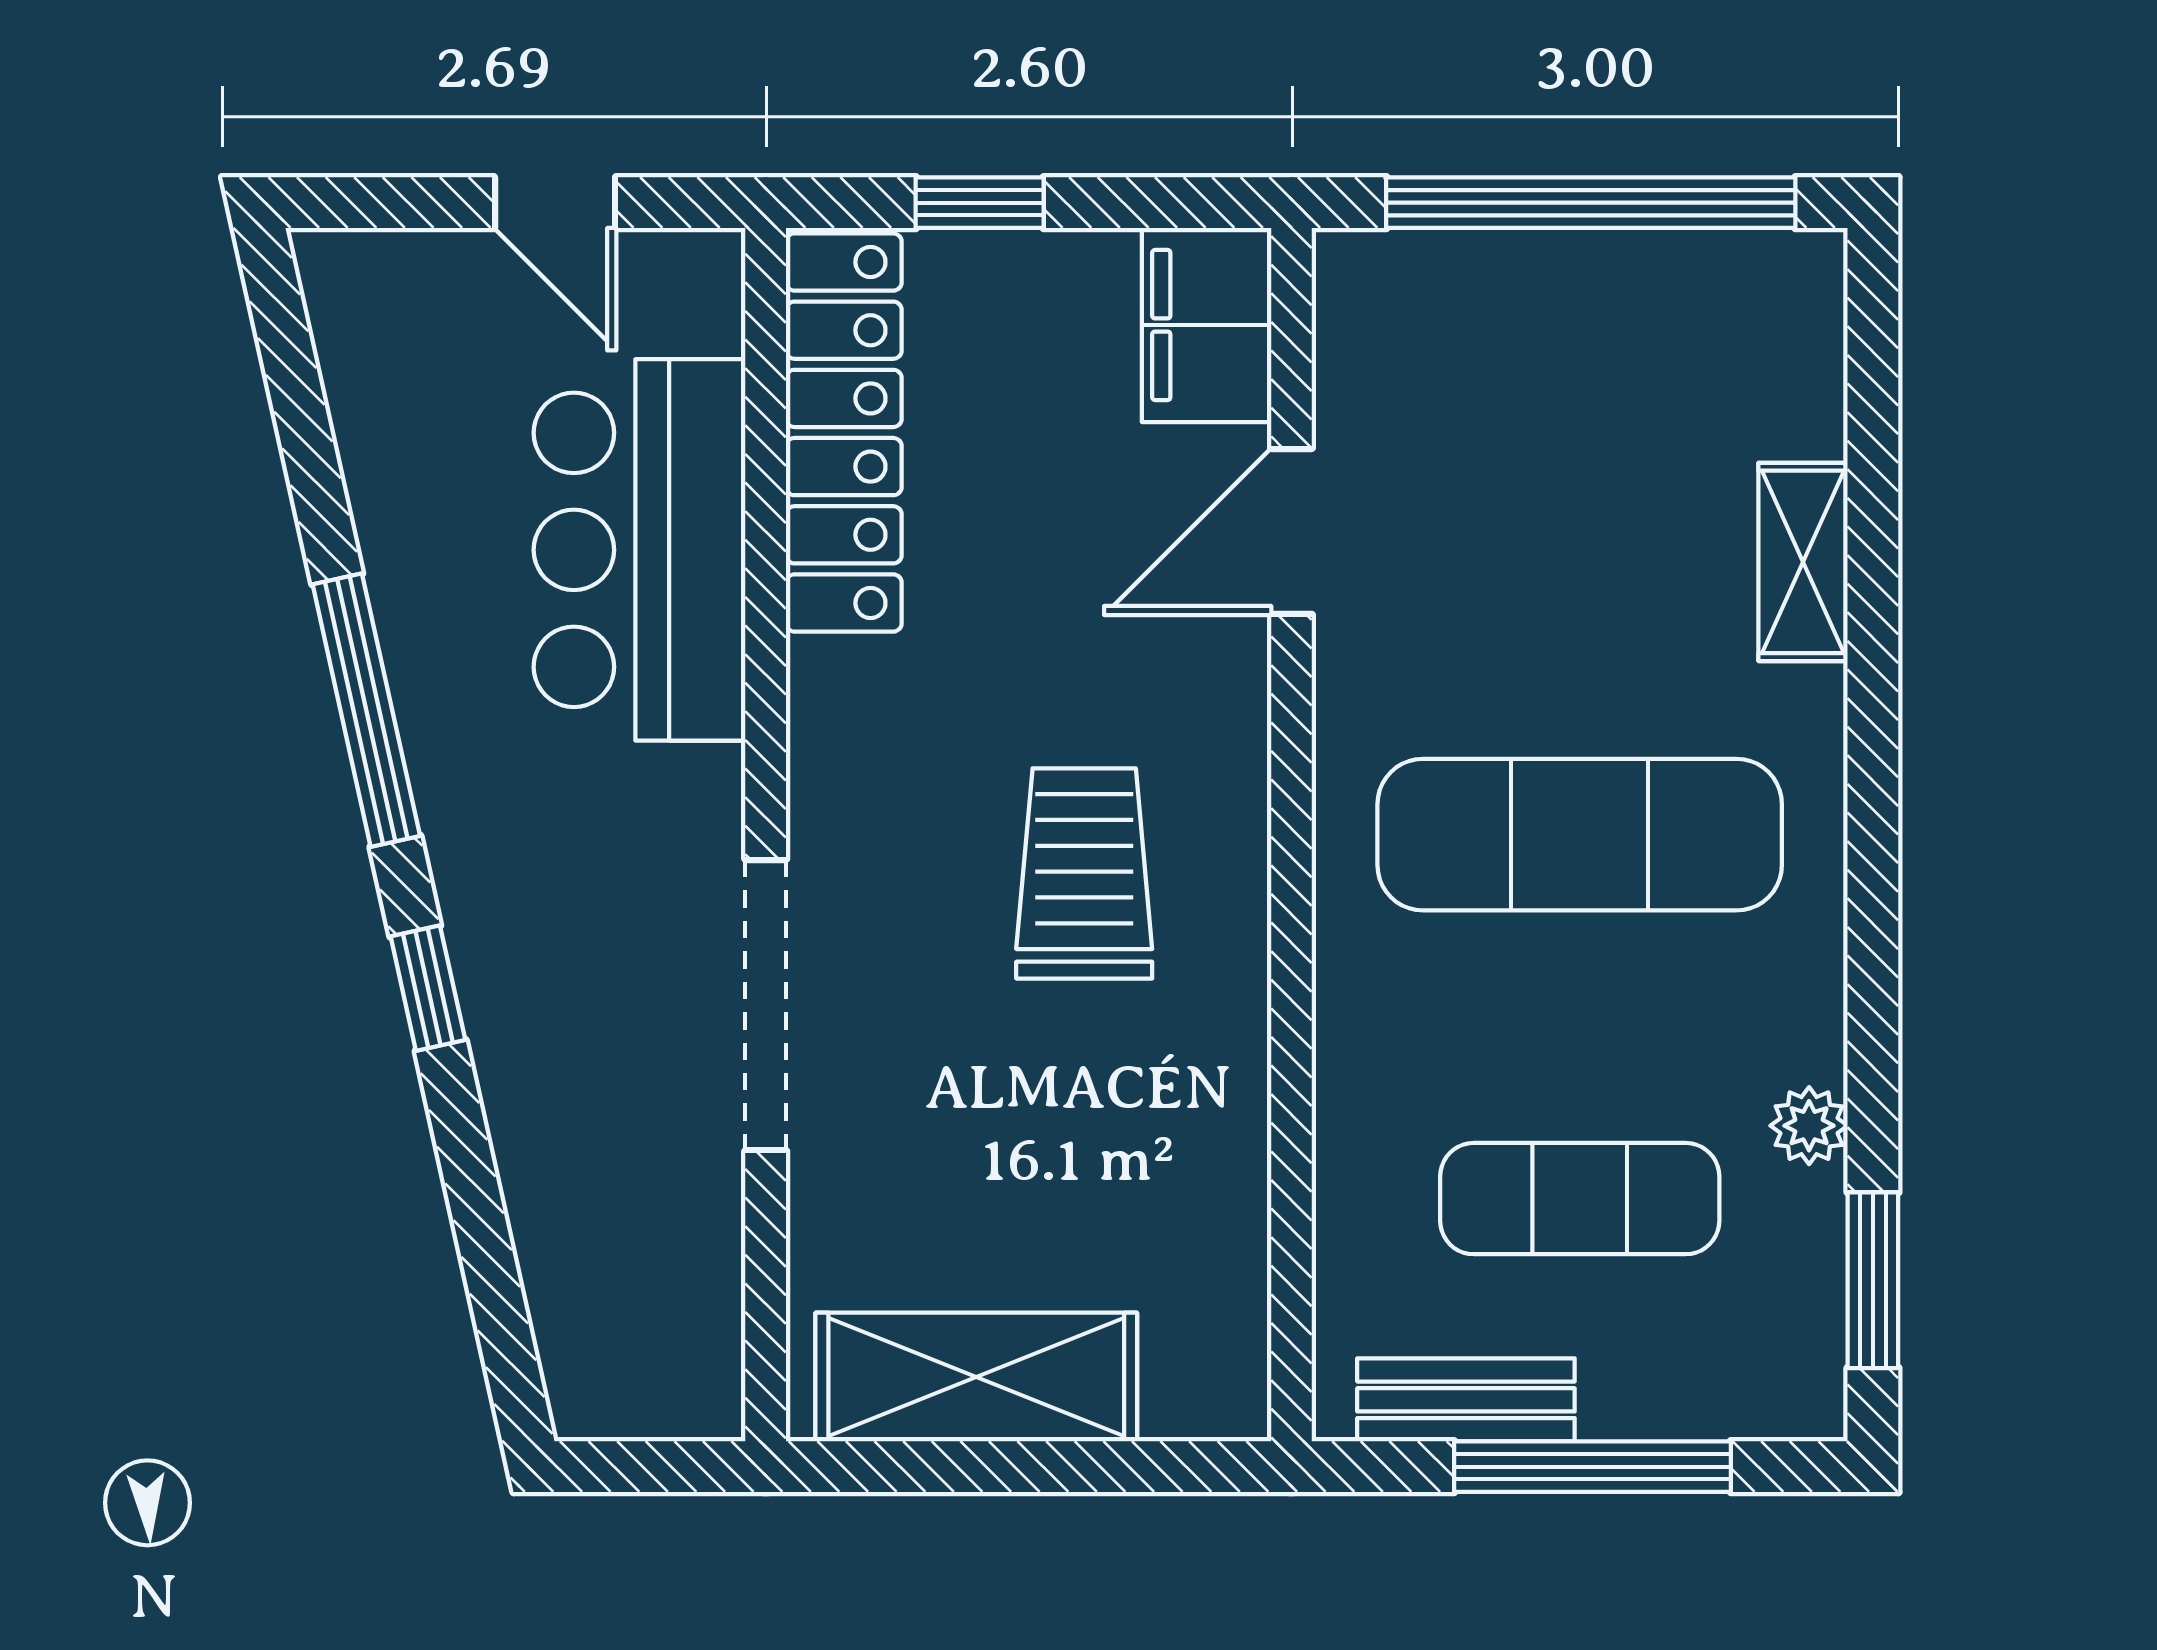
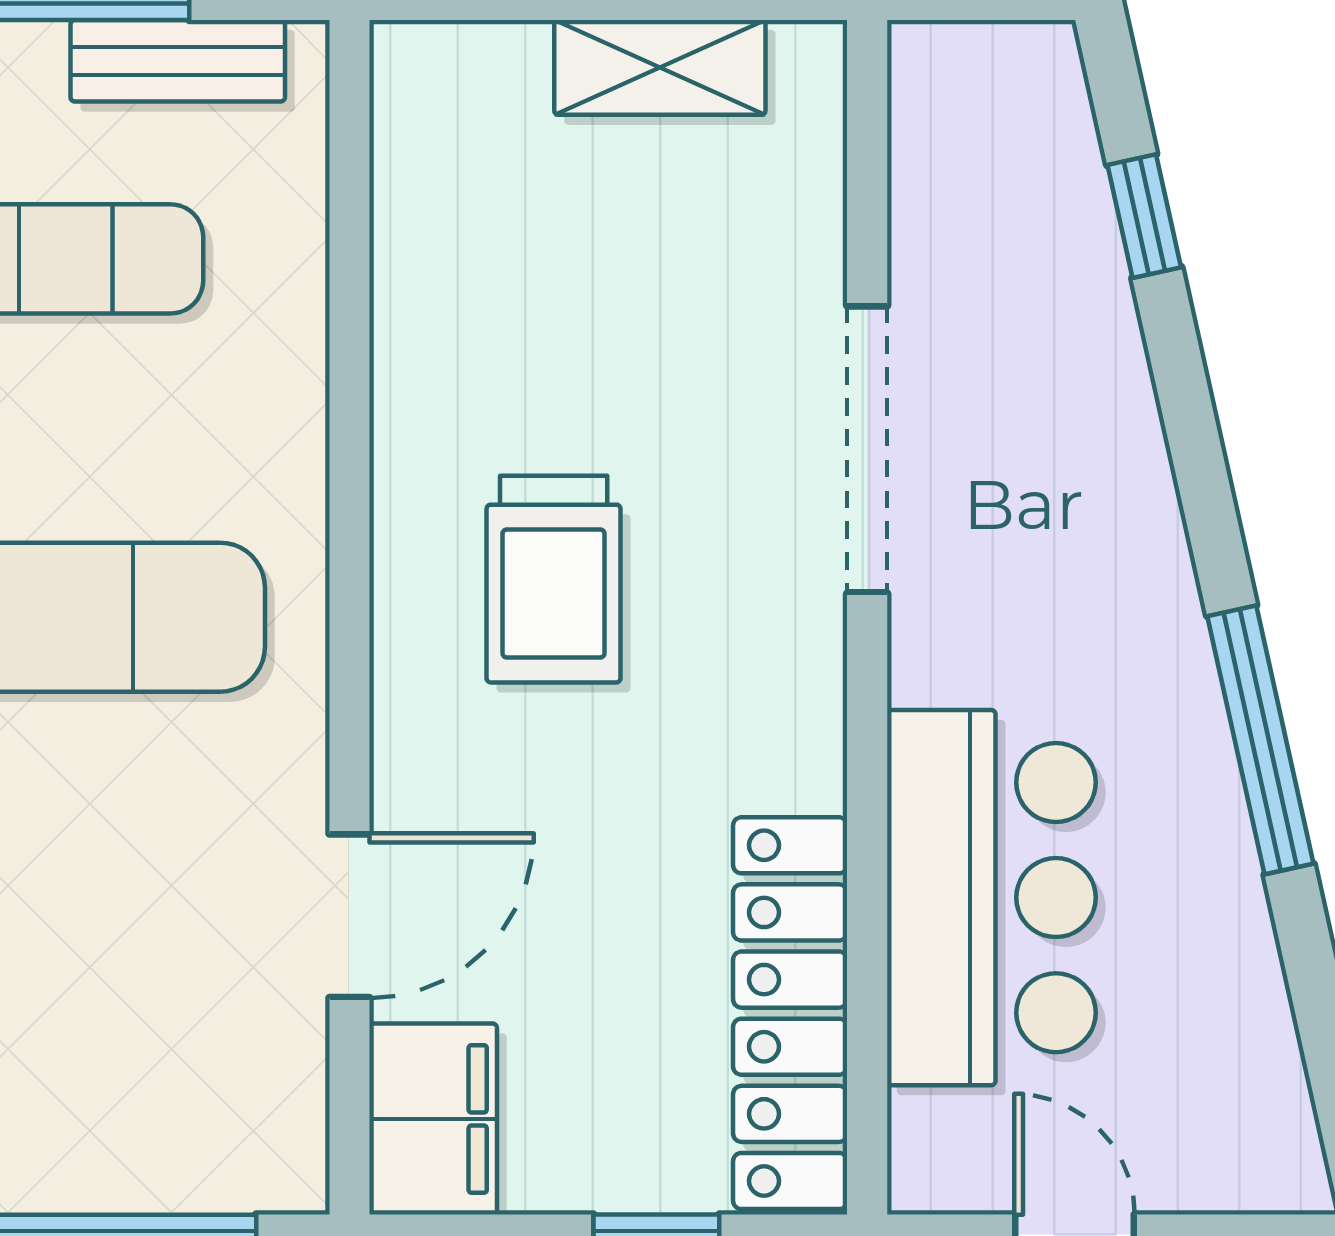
window: (428, 988) -> (1144, 216), moved
shelving: (976, 1377) -> (660, 67), width x0.67, depth x0.75

